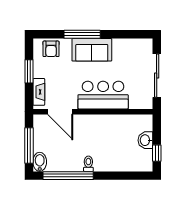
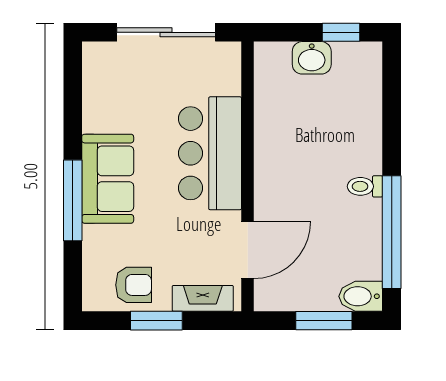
armchair: (51, 49) -> (134, 285), moved
window: (29, 146) -> (324, 321), width x0.69

